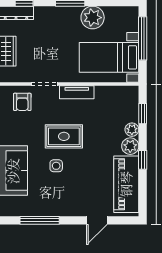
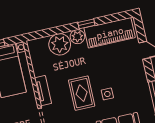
window: (143, 114) -> (48, 32), removed
plant: (132, 130) -> (60, 44), width x1.88, depth x1.88

